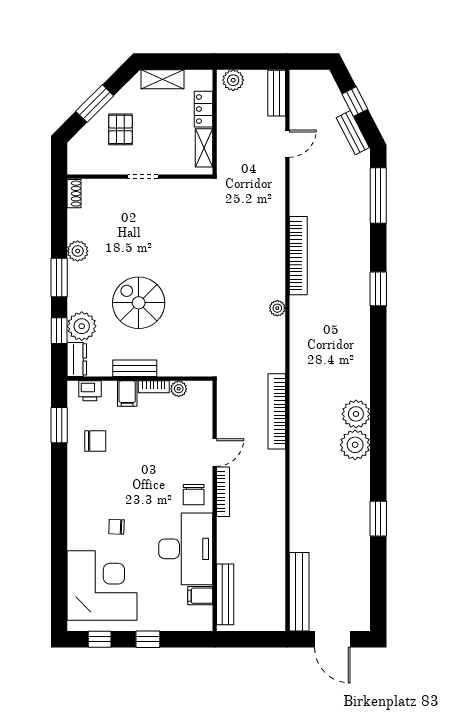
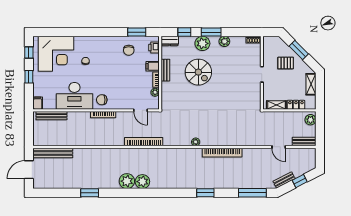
spiral stairs: (139, 303) -> (198, 72), turned 90
plant: (82, 326) -> (202, 43), moved
door: (215, 453) -> (140, 110), moved
filing cabinet: (200, 596) -> (38, 103), moved

